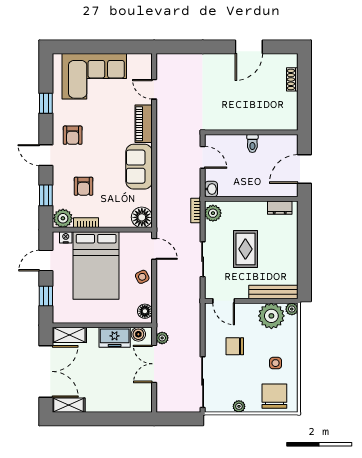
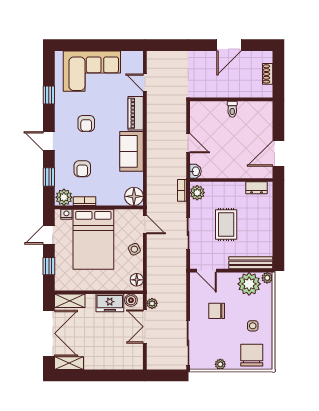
wall: (251, 132) -> (231, 99), moved
armchair: (73, 135) -> (86, 123), moved
toilet: (252, 143) -> (232, 109), moved

